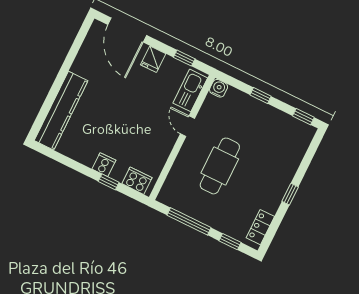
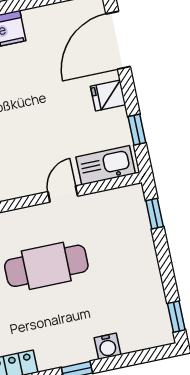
water cooler: (219, 88) -> (107, 346), moved, turned 90
window: (261, 96) -> (155, 214), moved

